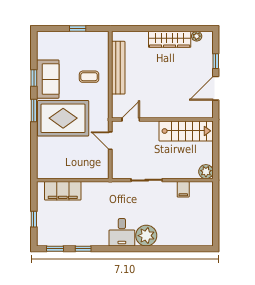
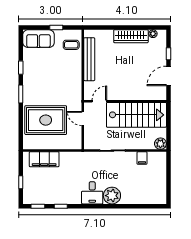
coffee table: (89, 77) -> (71, 45), moved
sofa: (48, 79) -> (38, 39), moved, turned 90
rug: (63, 118) -> (46, 120), moved
stairs: (186, 131) -> (136, 115), width x1.36, depth x1.51

